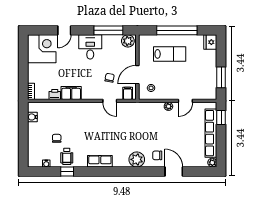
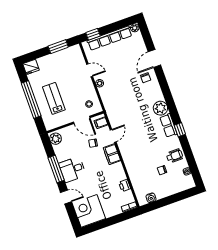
window: (108, 30) -> (56, 169), moved
filing cabinet: (71, 93) -> (112, 154), moved
plant: (137, 159) -> (160, 108), moved
window: (67, 171) -> (180, 130), moved

